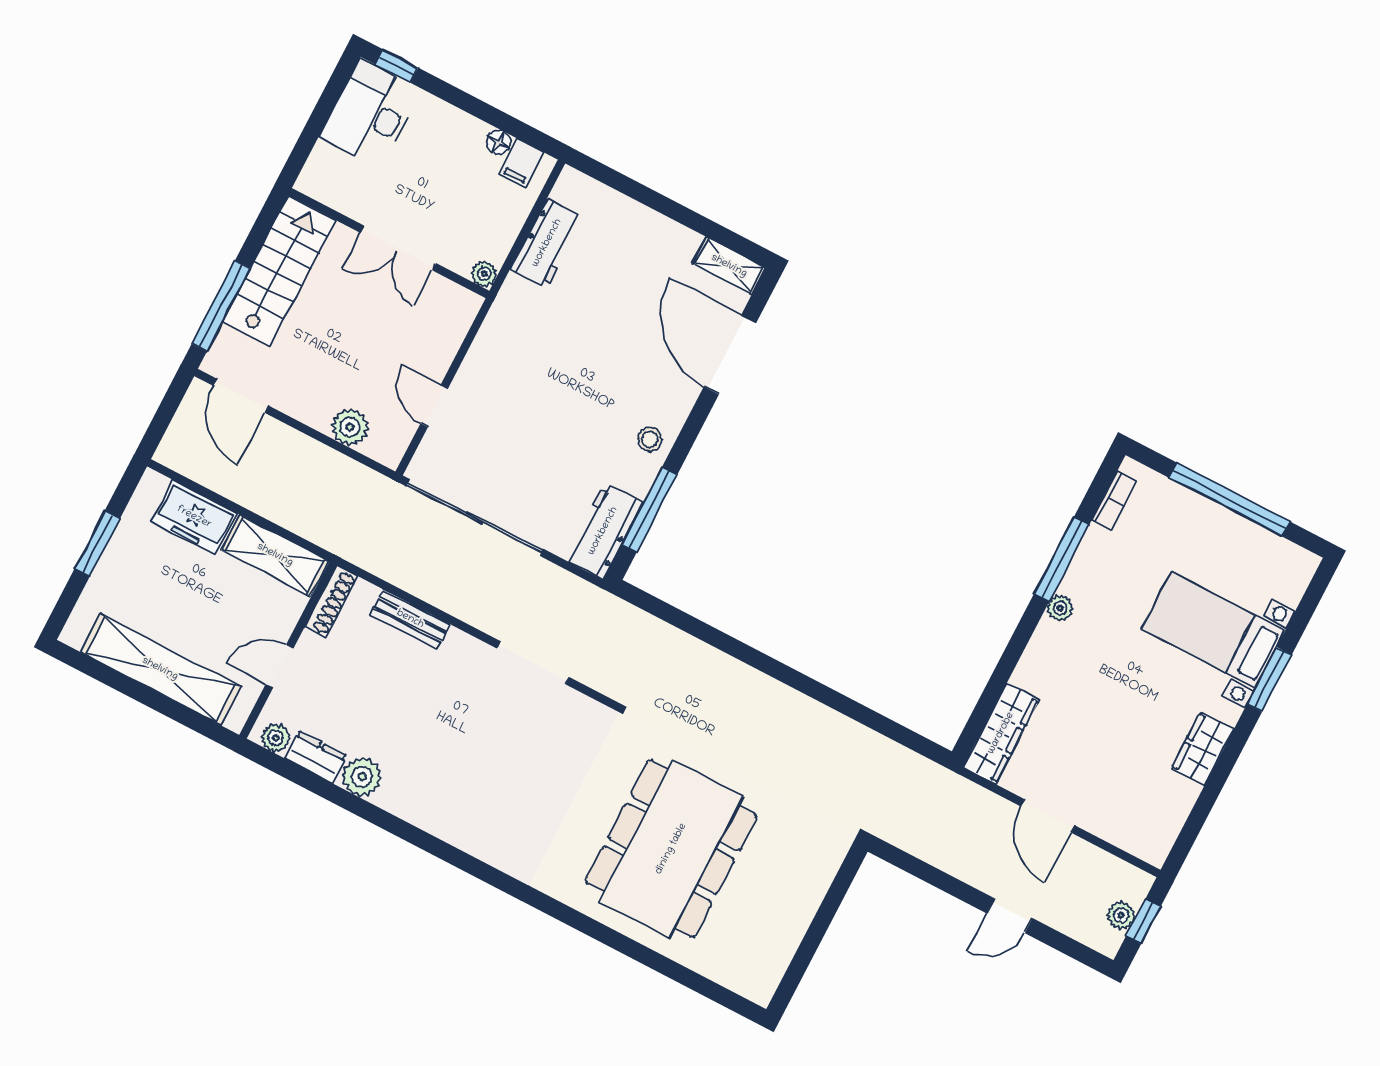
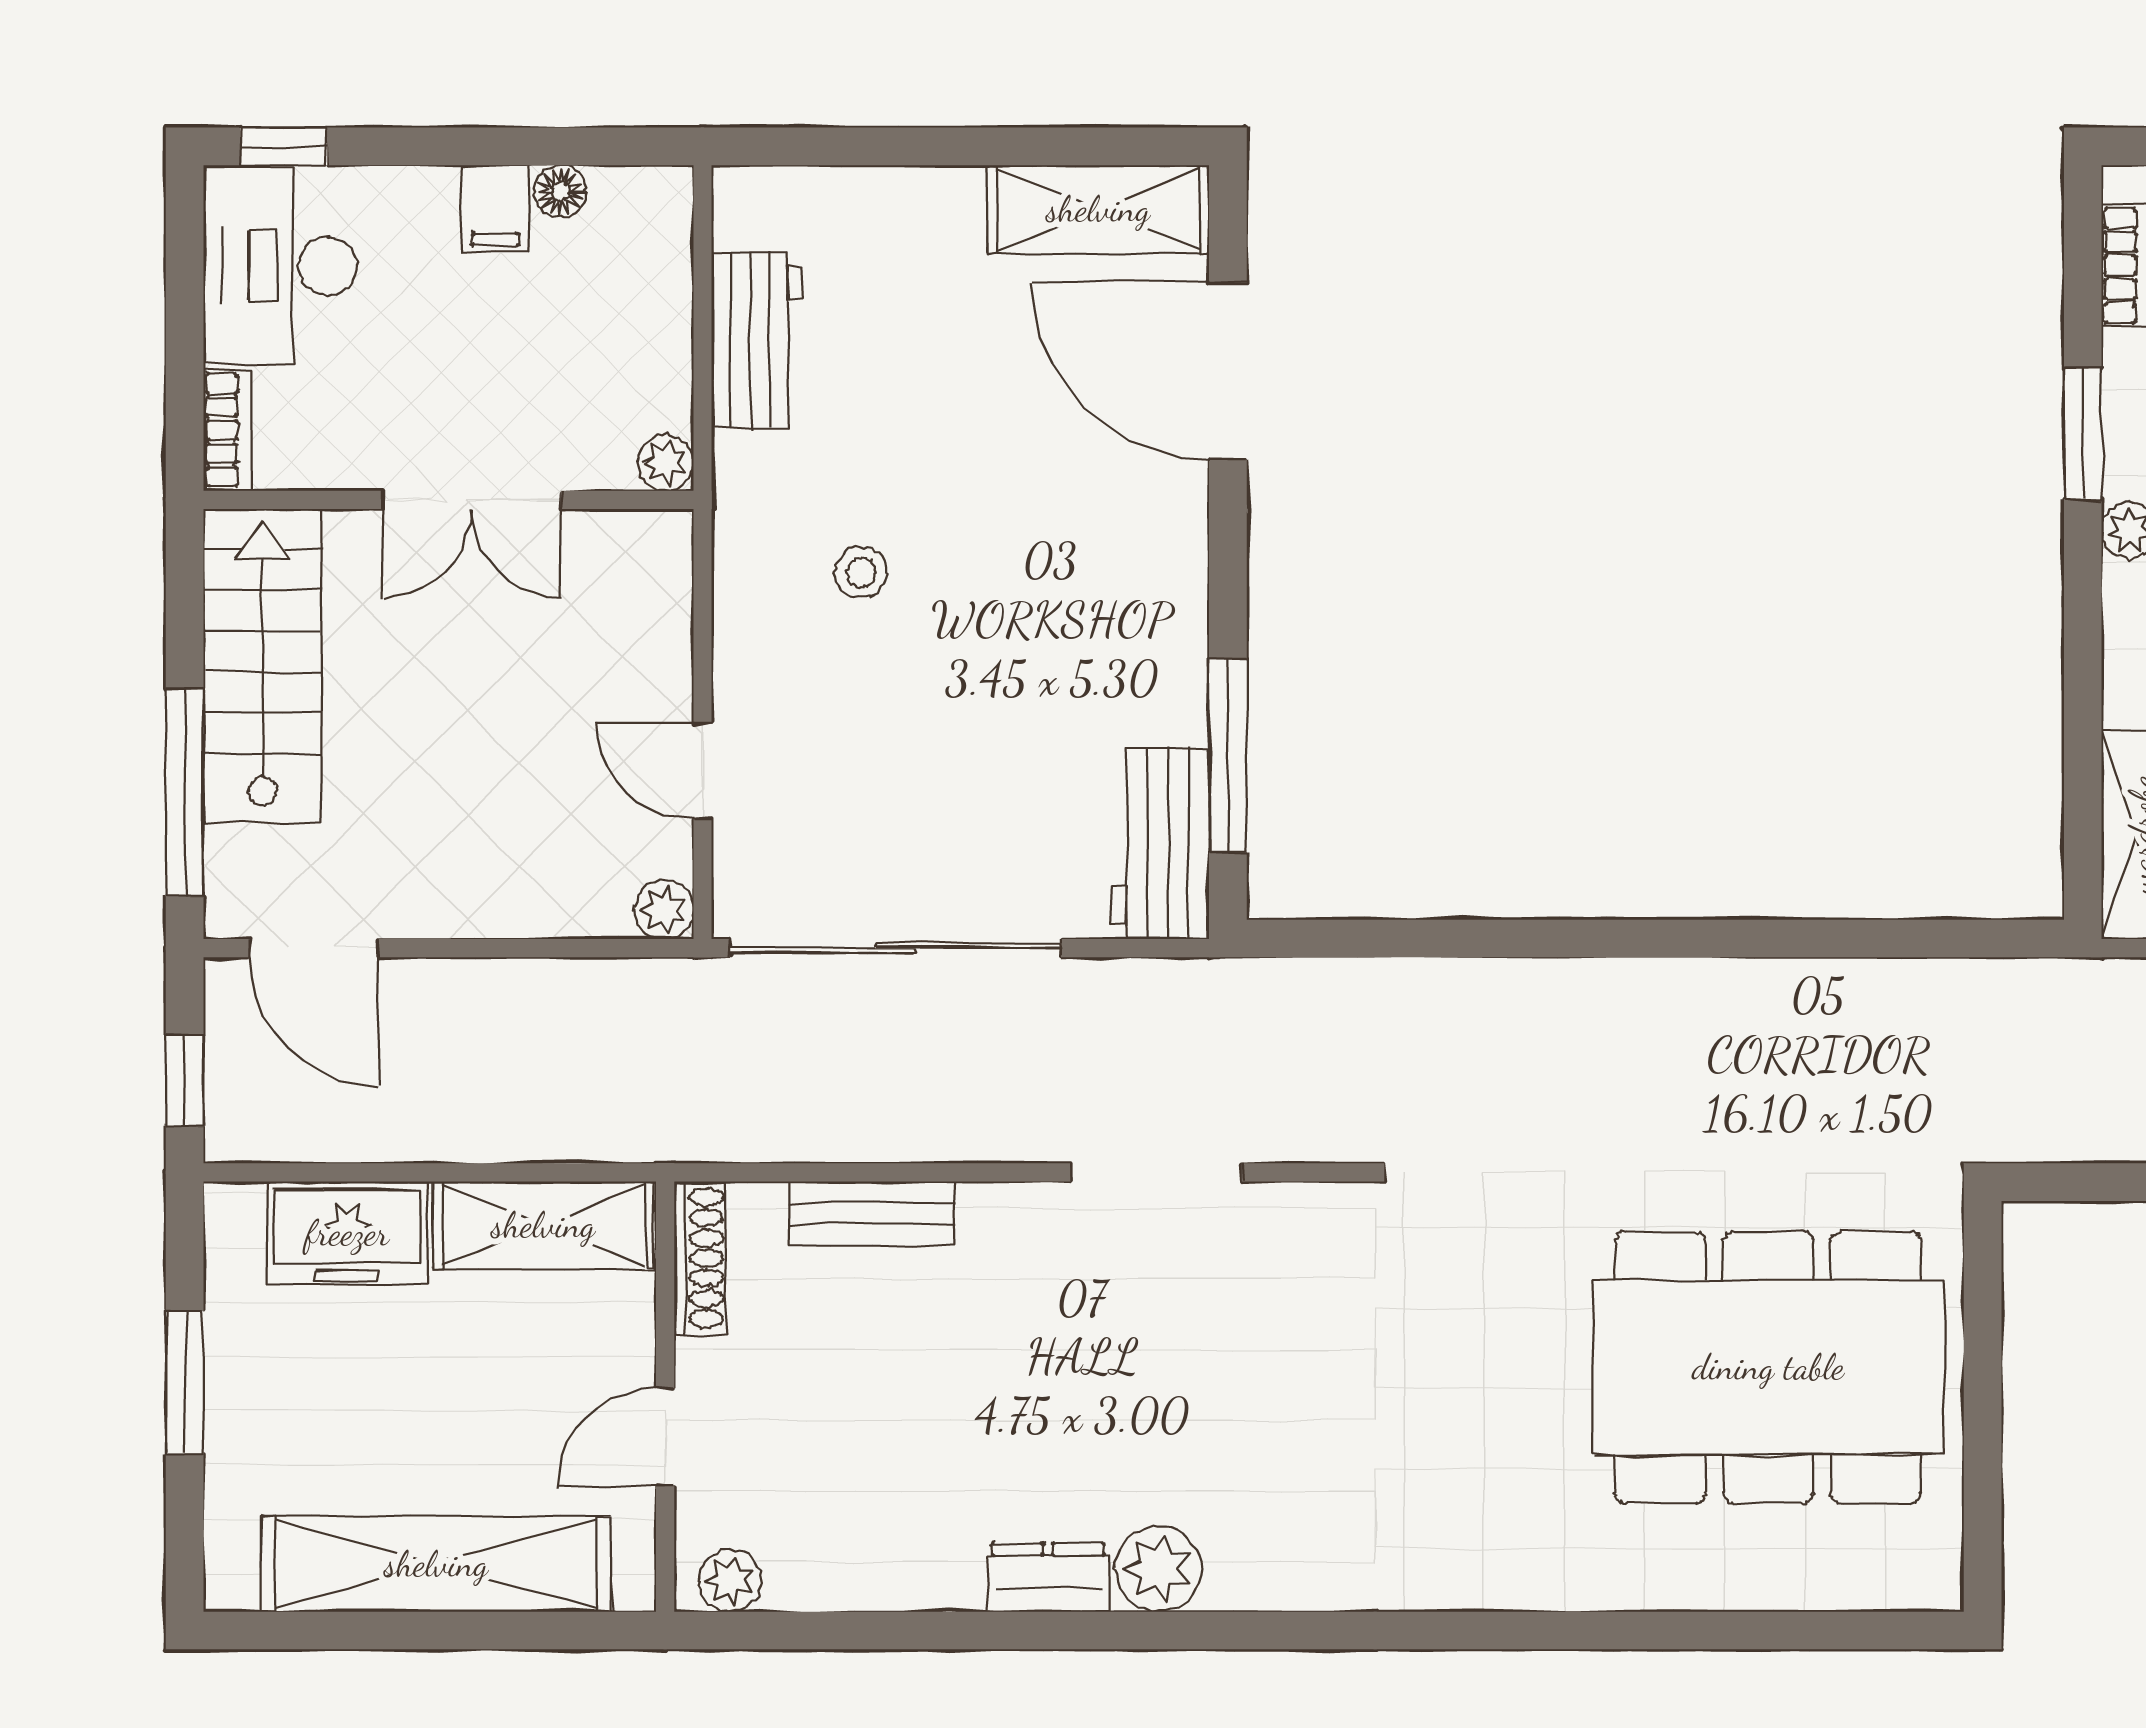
filing cabinet: (521, 163) -> (495, 209), moved
bookcase: (314, 169) -> (228, 430), added
shelving: (729, 266) -> (1098, 209), width x1.50, depth x1.33
window: (161, 422) -> (185, 1081), added
plant: (350, 427) -> (664, 910), moved, width x0.73, depth x0.73
stool: (650, 439) -> (861, 573), moved
window: (1062, 559) -> (2083, 434), width x0.69
dresser: (316, 757) -> (1048, 1577), moved
plant: (362, 777) -> (1158, 1569), moved
dining table: (671, 849) -> (1768, 1367), moved, turned 90

